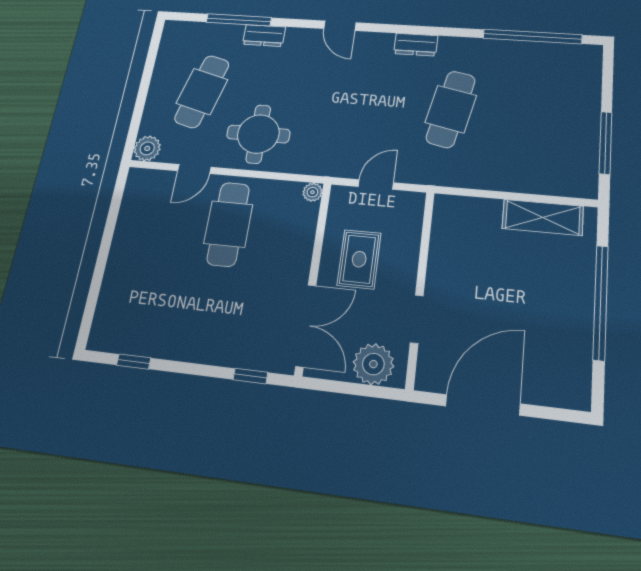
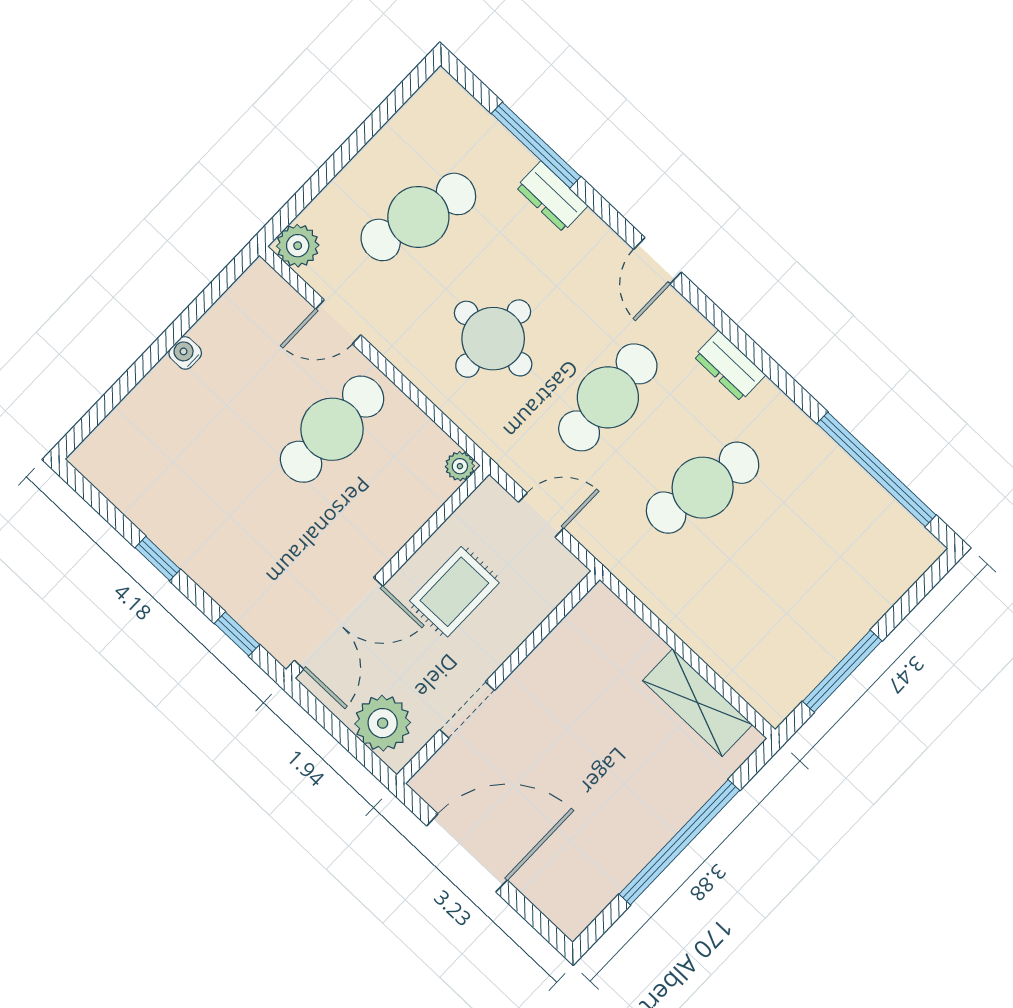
cafe table: (365, 103) -> (608, 397), added
round table: (258, 134) -> (493, 339), moved
water cooler: (120, 244) -> (185, 353), added
window: (134, 362) -> (158, 558), moved

